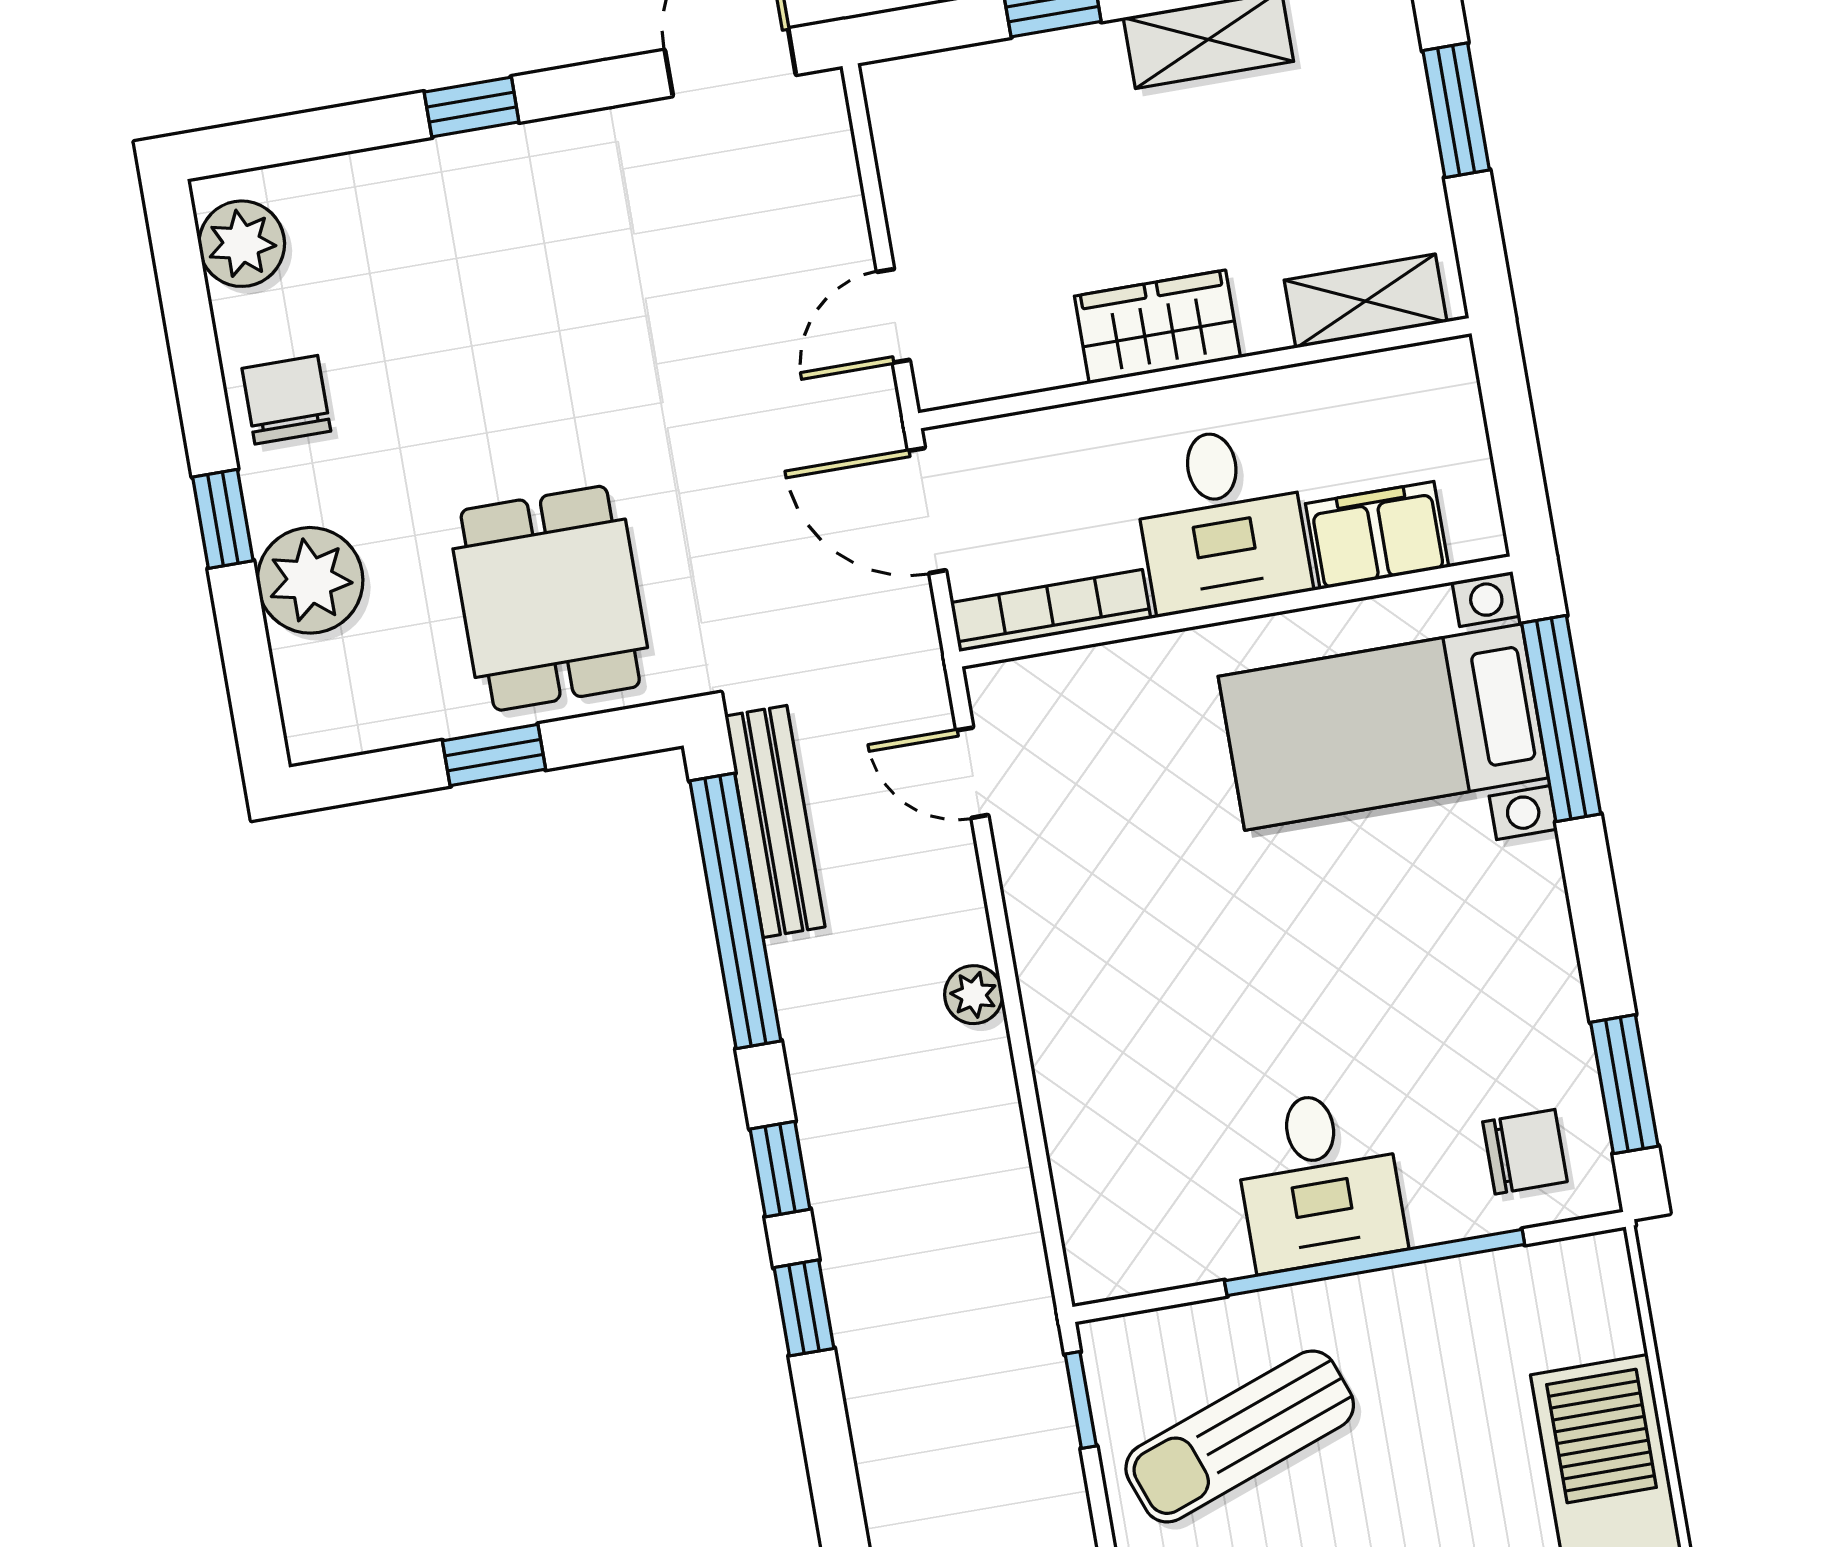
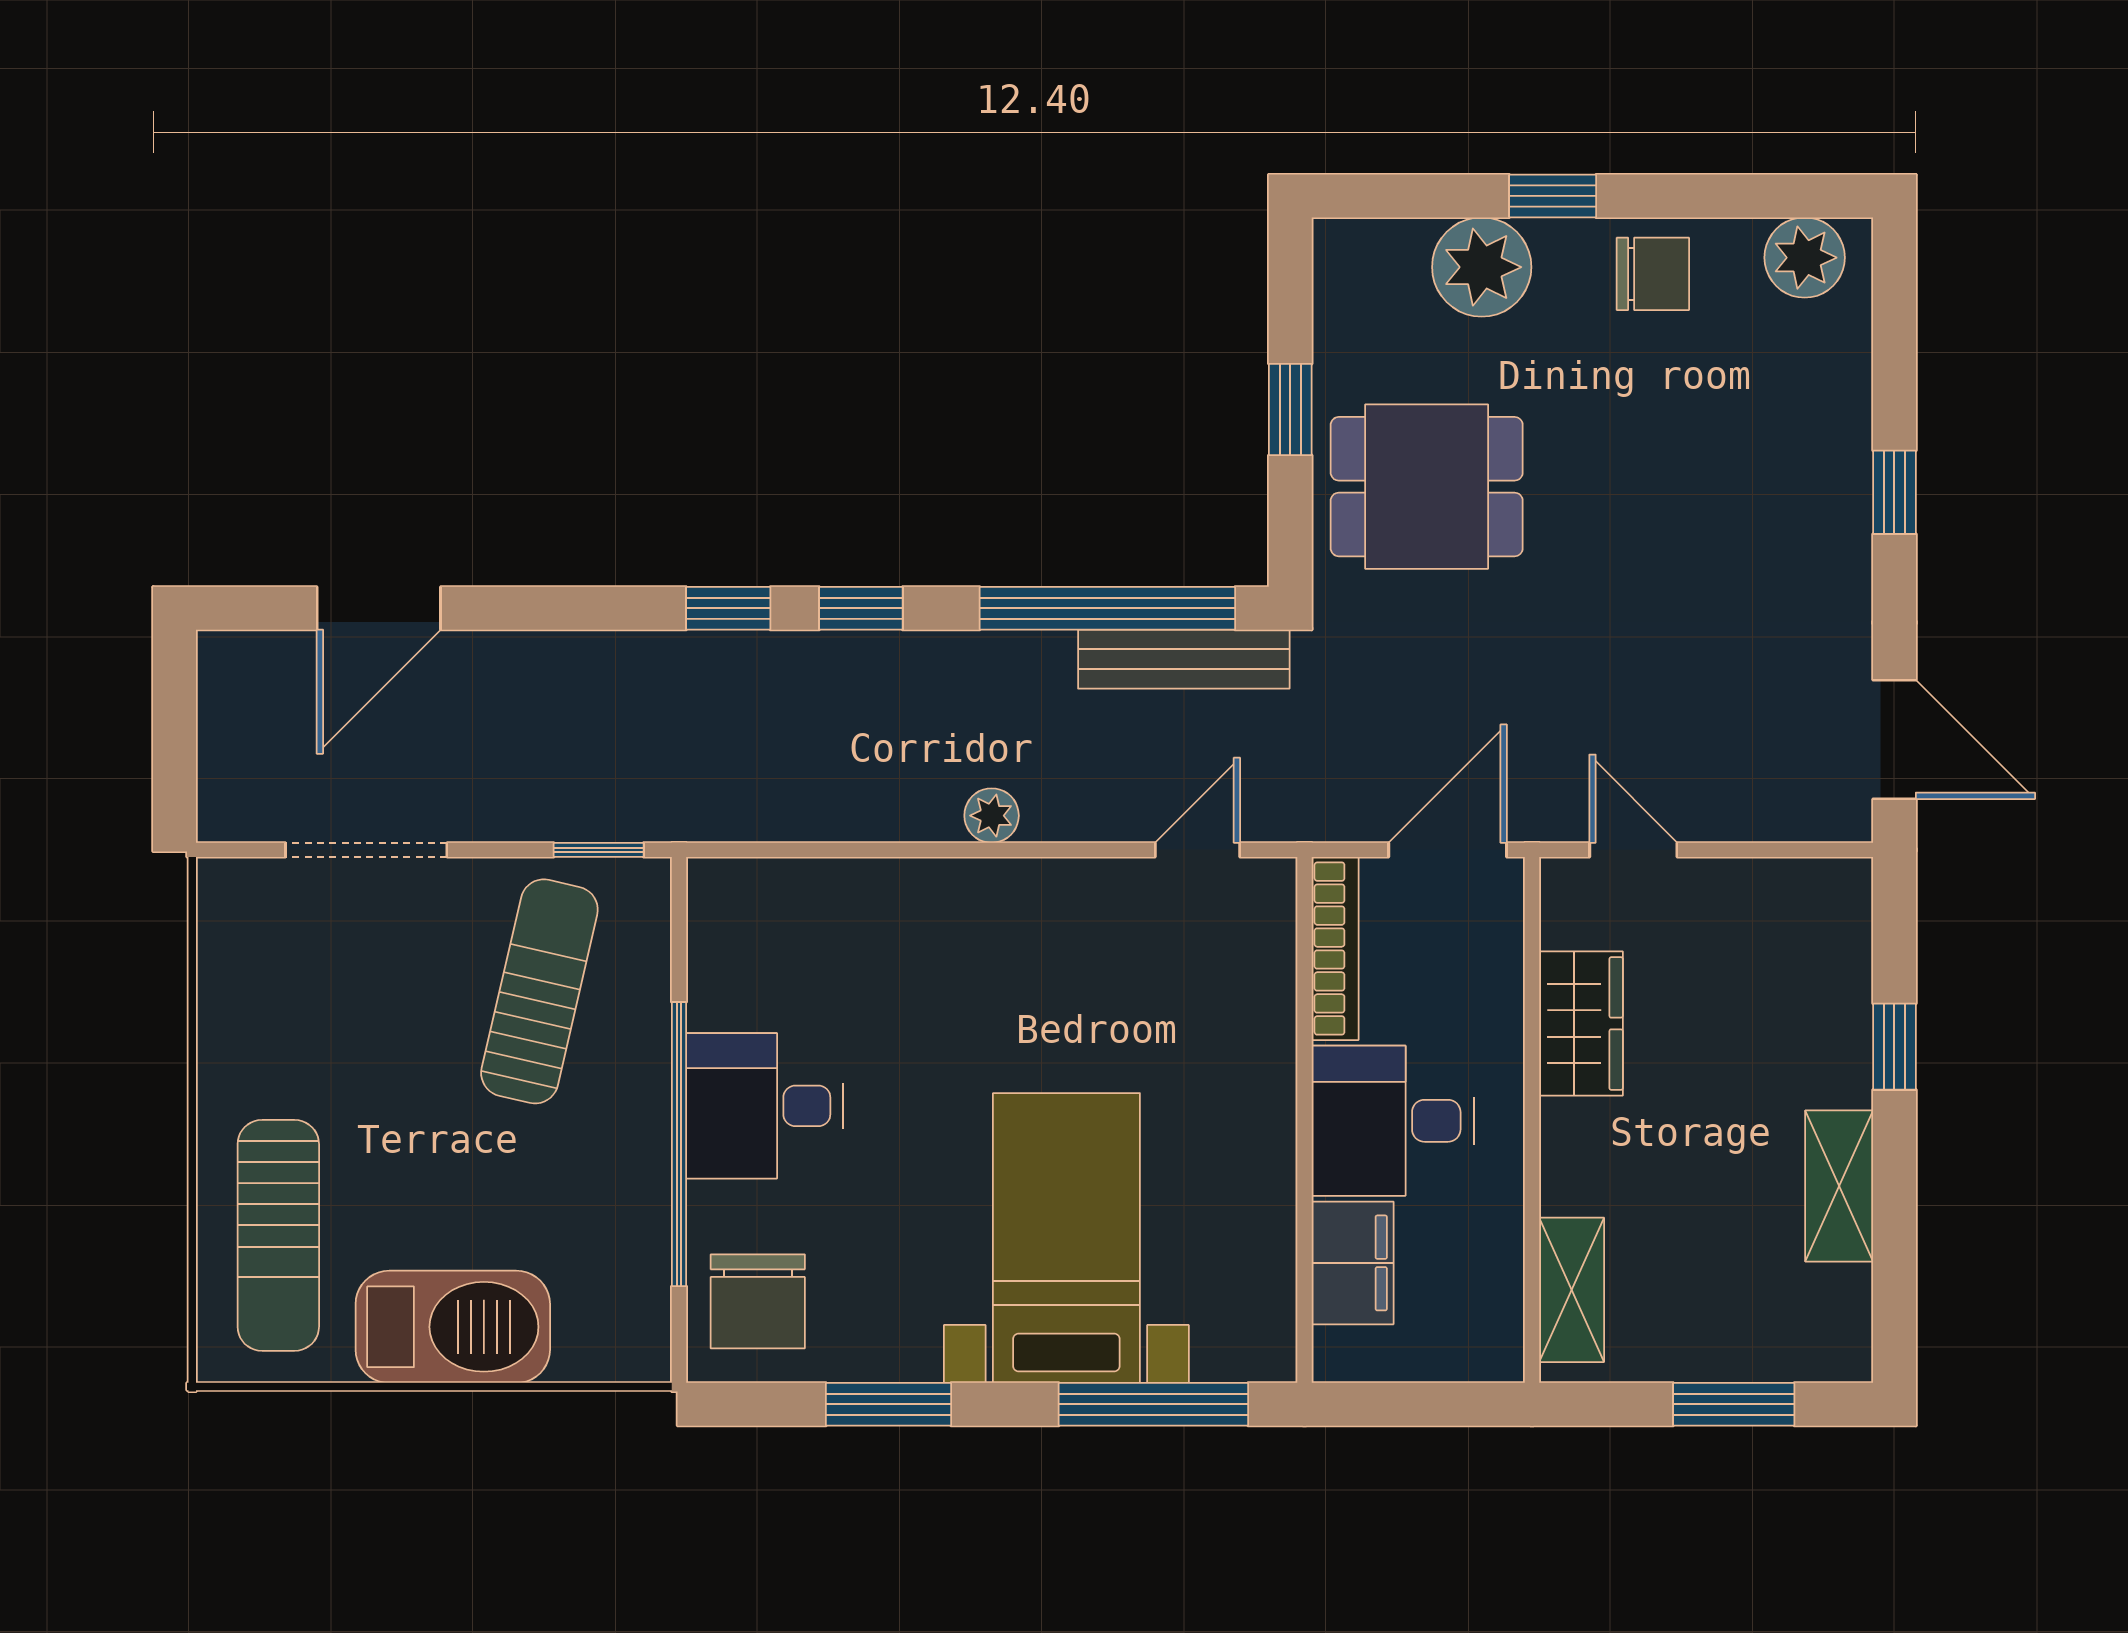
wardrobe: (1157, 327) -> (1581, 1024), moved
bed with nightstands: (1383, 727) -> (1066, 1238), moved
window: (1624, 1084) -> (888, 1404), moved
chair: (1525, 1152) -> (758, 1301), width x1.37, depth x1.37
sun lounger: (1240, 1436) -> (539, 991), turned 33

